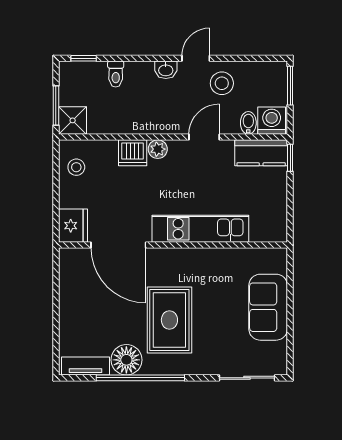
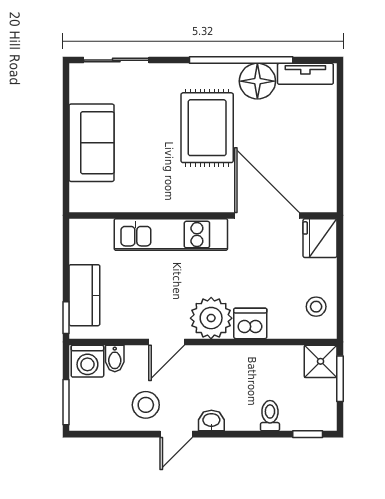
plant: (158, 149) -> (211, 318), width x1.88, depth x1.88
kitchen counter: (261, 153) -> (84, 295), moved, turned 90

